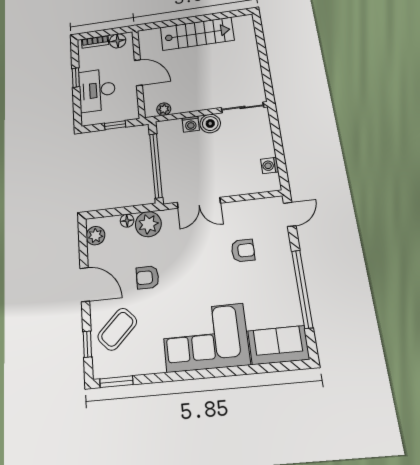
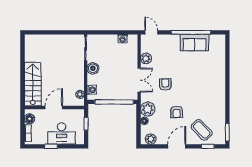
stairs: (197, 34) -> (33, 84), moved
washing machine: (191, 124) -> (92, 90), moved
plant: (240, 210) -> (146, 58), added
armchair: (243, 251) -> (165, 84), moved
corner sofa: (205, 338) -> (210, 85), removed
sofa: (278, 345) -> (194, 43), moved, turned -90

